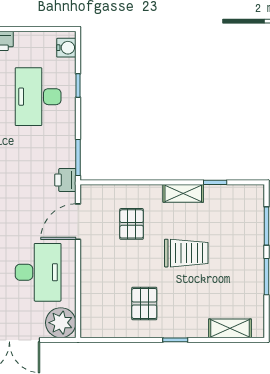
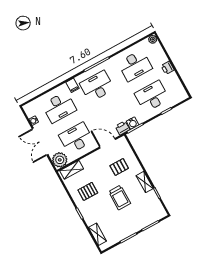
water cooler: (66, 48) -> (133, 123), moved
desk: (38, 272) -> (76, 138), turned 180
shelving: (90, 311) -> (72, 170), added

